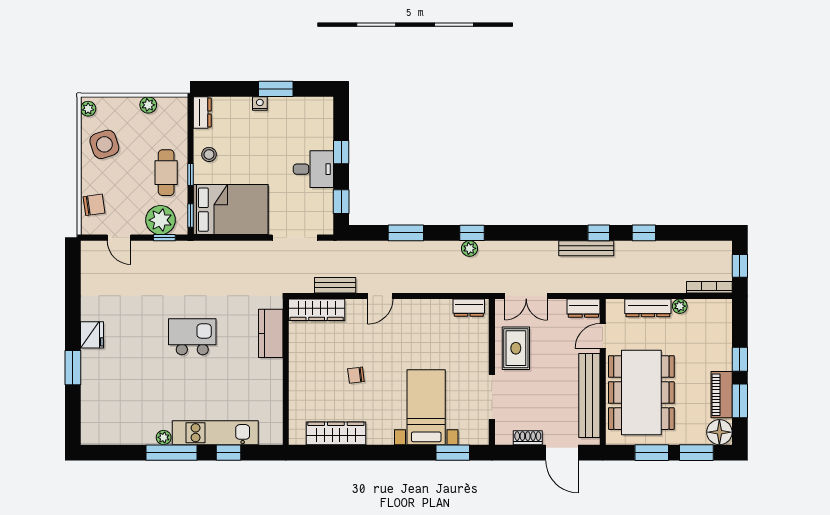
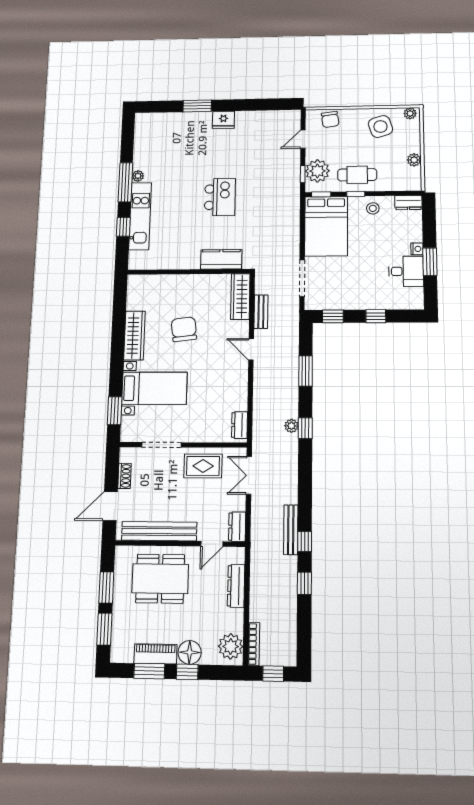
desk: (313, 169) -> (406, 271), moved, turned -90
plant: (680, 306) -> (231, 646), moved, width x1.88, depth x1.88
door: (603, 336) -> (212, 544), swing flipped
chair: (356, 375) -> (184, 329), width x1.87, depth x1.87
dining table: (641, 393) -> (160, 579), width x0.73, depth x0.80
floor lamp: (719, 432) -> (190, 652), moved
wardrobe: (336, 433) -> (134, 335), moved

